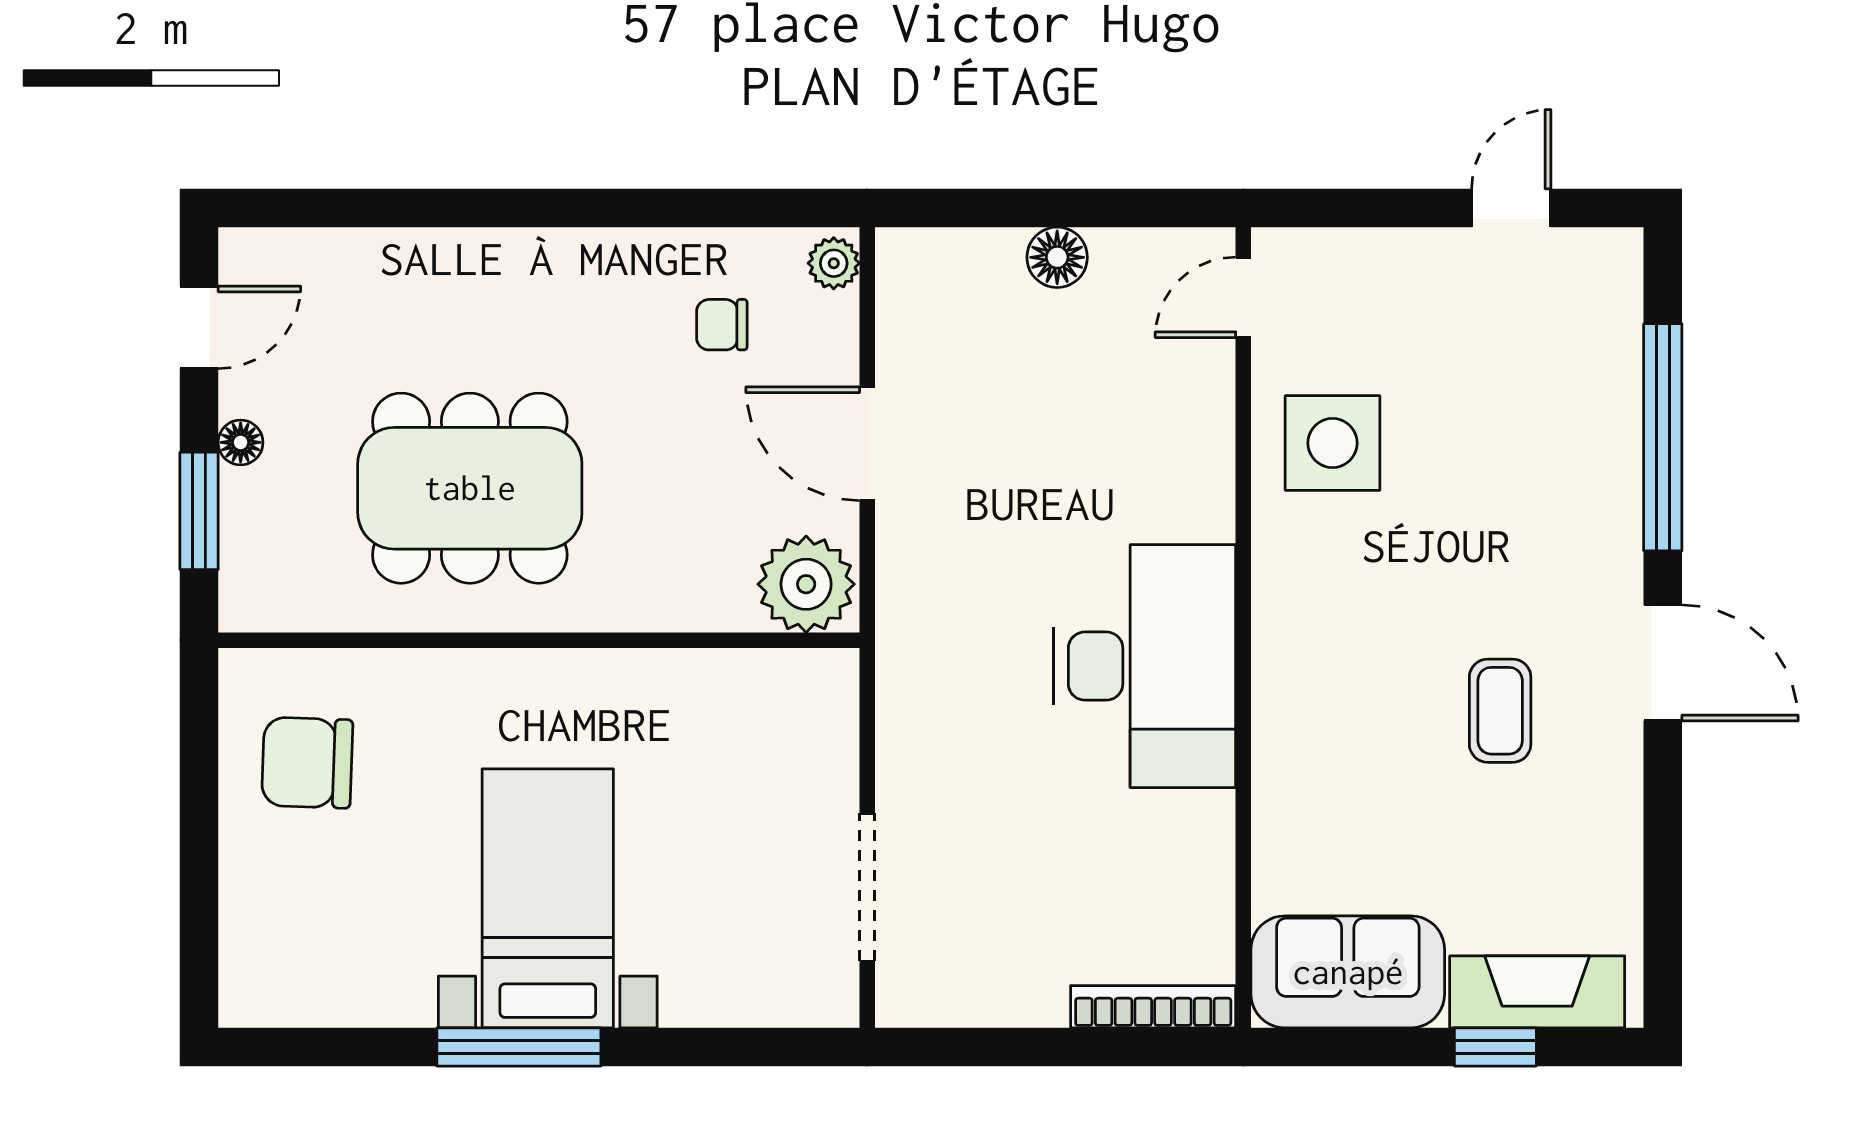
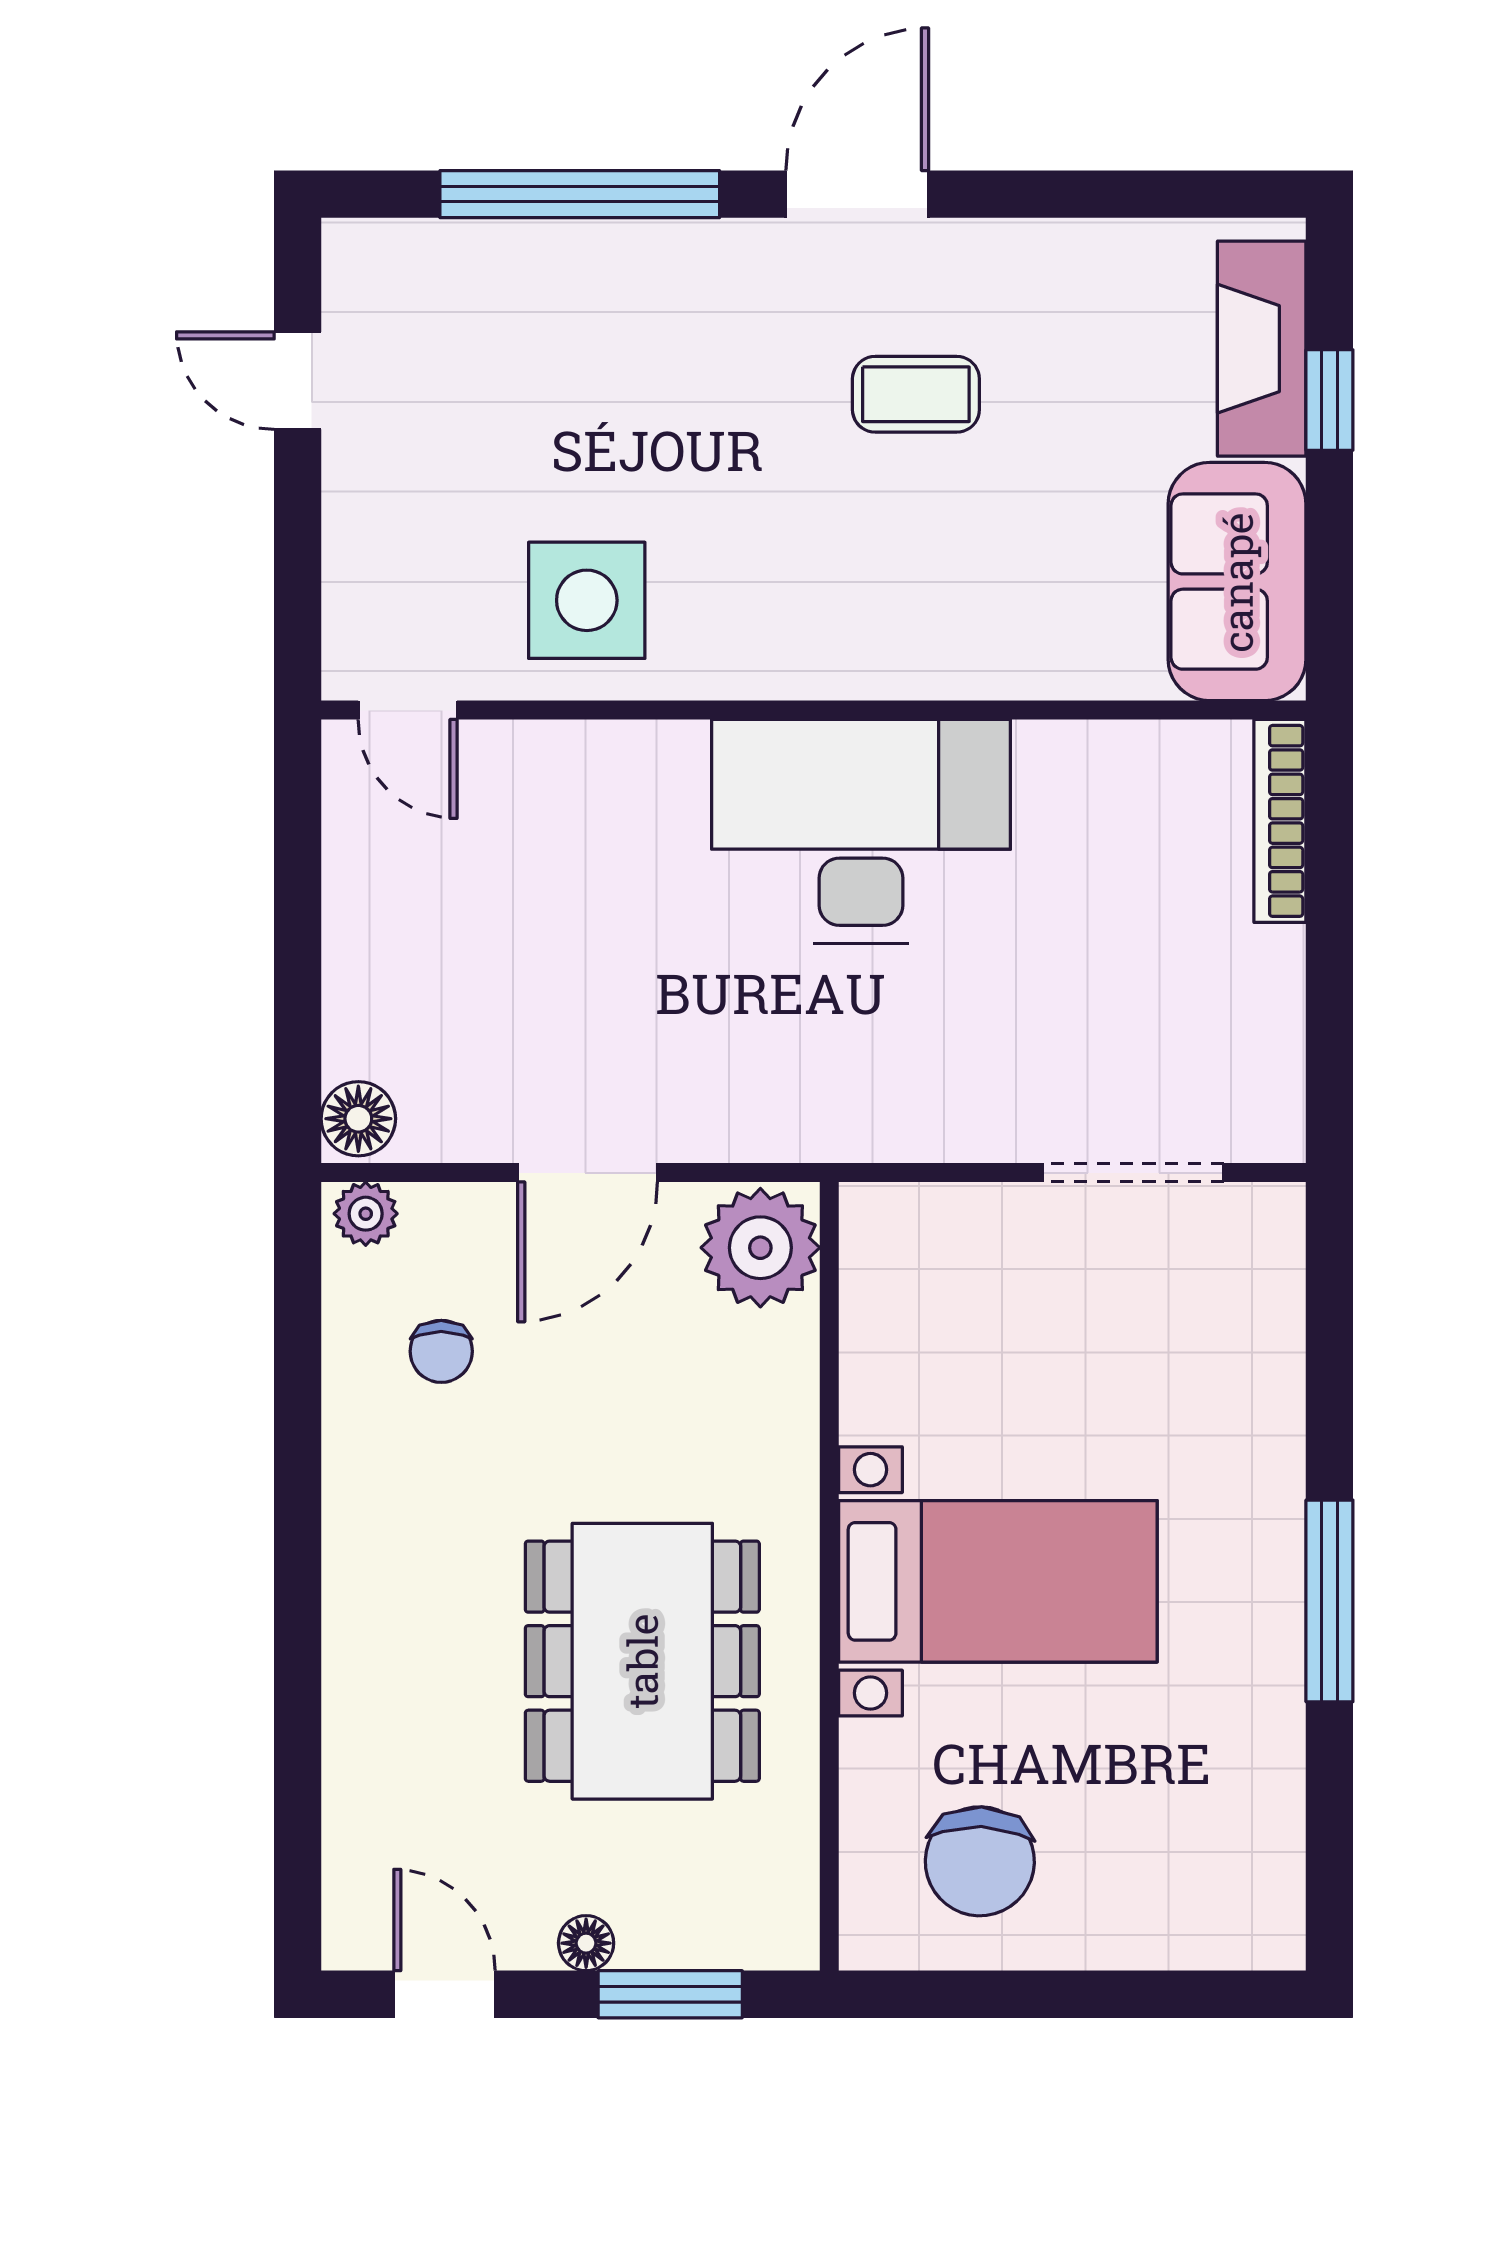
floor lamp: (1057, 257) -> (358, 1119), moved
bed with nightstands: (548, 898) -> (998, 1581), moved, turned 180

